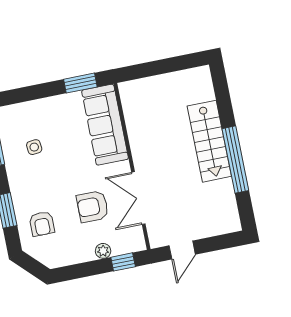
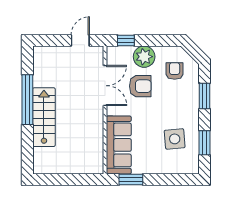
side table: (34, 147) -> (175, 139), width x1.87, depth x1.87
armchair: (42, 224) -> (175, 71), moved
plant: (103, 251) -> (144, 57), width x1.87, depth x1.87

